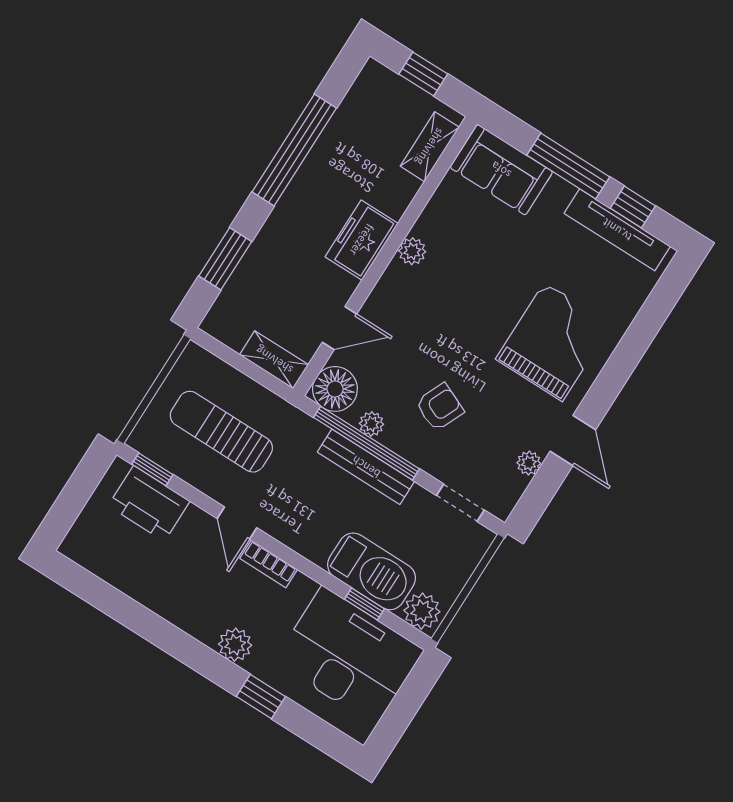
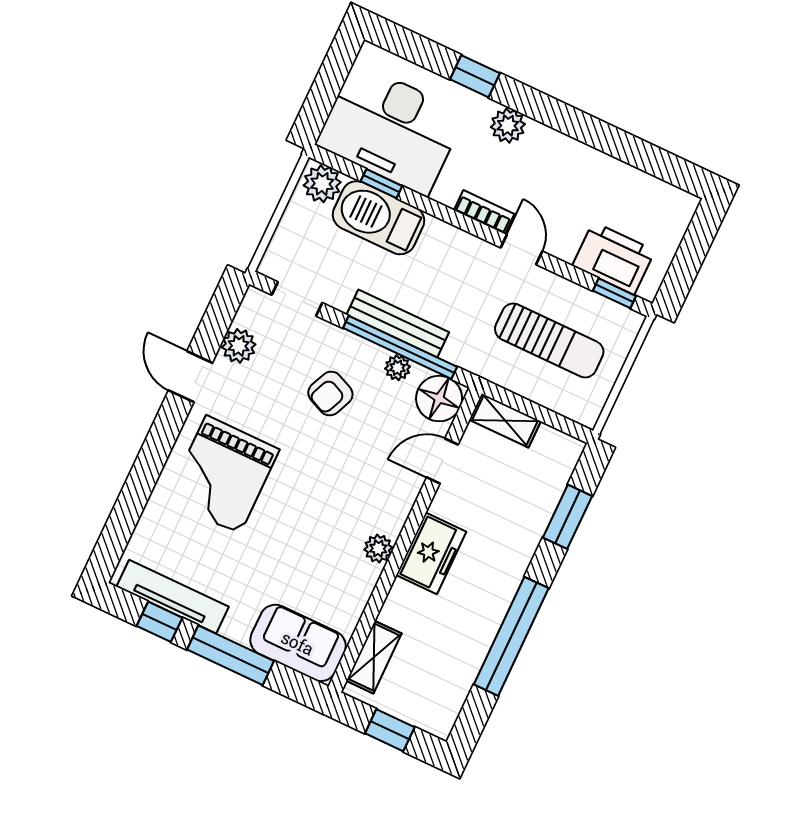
plant: (529, 463) -> (239, 346), width x1.38, depth x1.38

